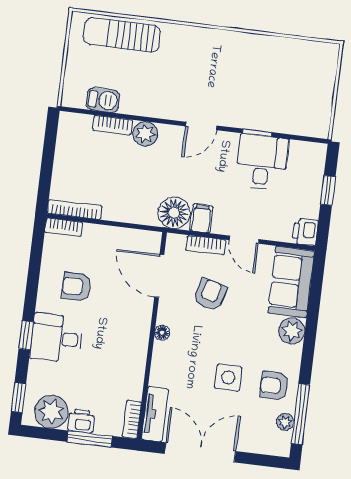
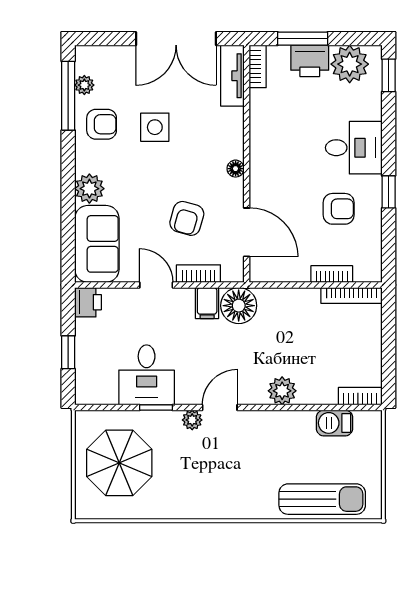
parasol: (295, 88) -> (119, 463), added
plant: (227, 118) -> (192, 420), added
bookcase: (113, 125) -> (360, 396), moved
bookcase: (64, 227) -> (332, 274), moved
window: (26, 335) -> (389, 192), moved
printer: (81, 421) -> (310, 61), width x1.36, depth x1.24

